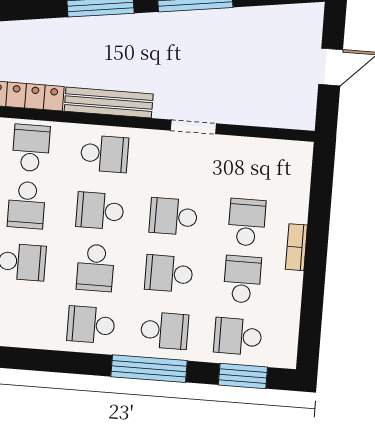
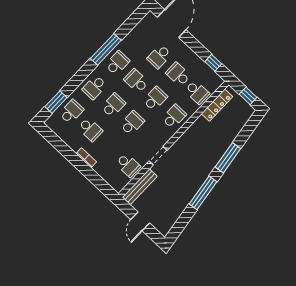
bench: (109, 103) -> (140, 187), moved
school desk: (104, 154) -> (174, 117), turned 180
school desk: (247, 222) -> (128, 165), moved
window: (149, 369) -> (106, 49), moved

